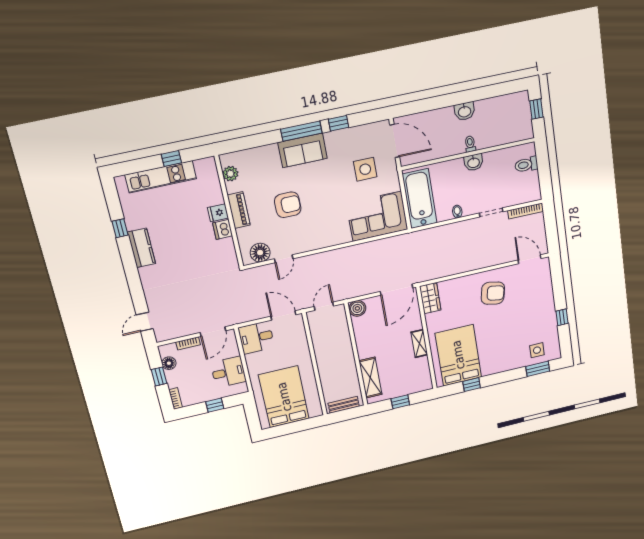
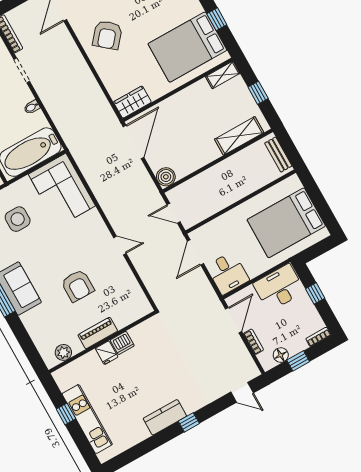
armchair: (288, 205) -> (78, 286), turned 180
window: (120, 228) -> (189, 422), moved
floor lamp: (260, 253) -> (135, 298), removed
door: (284, 259) -> (120, 245), moved
door: (397, 290) -> (134, 142), hinge flipped
armchair: (493, 293) -> (107, 35), turned -151
door: (213, 332) -> (234, 320), hinge flipped
shelving: (419, 343) -> (223, 75), moved
desk: (228, 372) -> (279, 288), width x1.37

